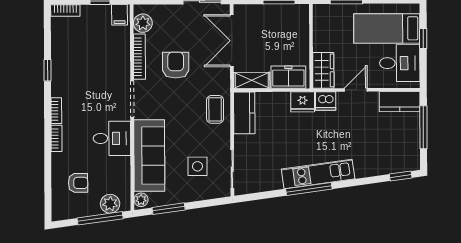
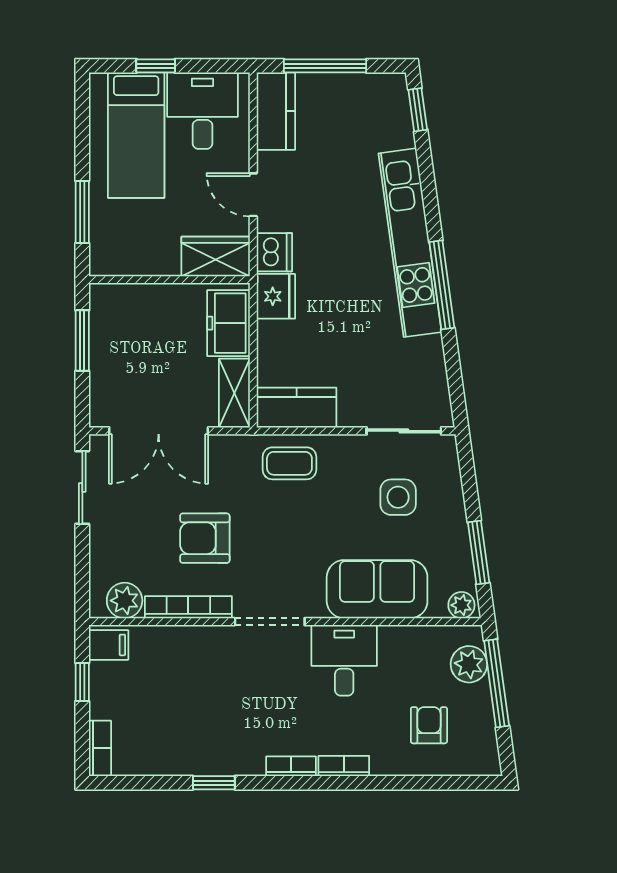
sofa: (149, 156) -> (377, 589), width x0.73
kitchen unit: (318, 174) -> (410, 243), width x1.36

